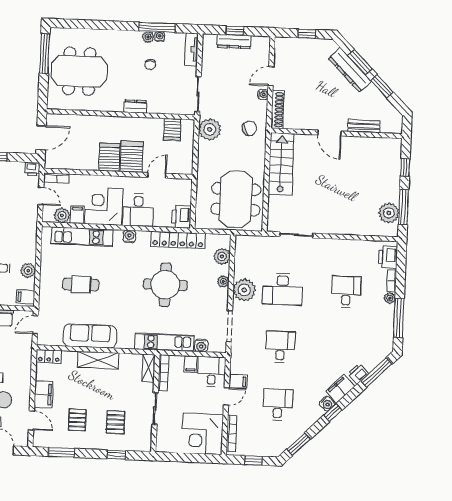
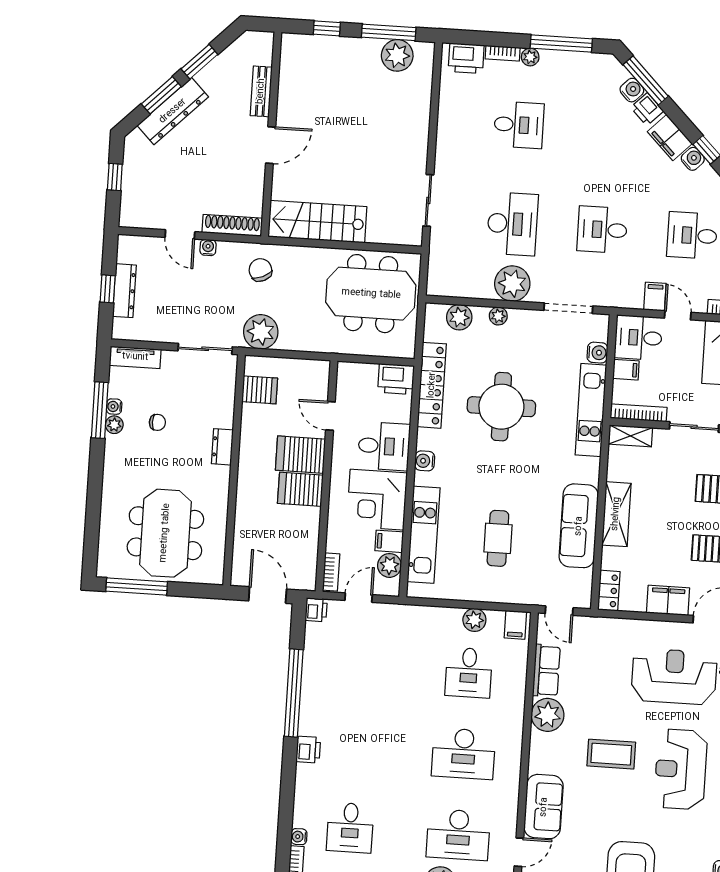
desk: (346, 292) -> (519, 125), turned 180
water cooler: (370, 364) -> (632, 90), added

